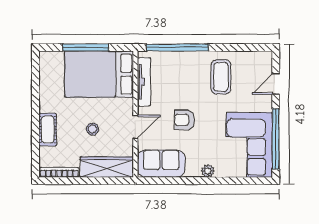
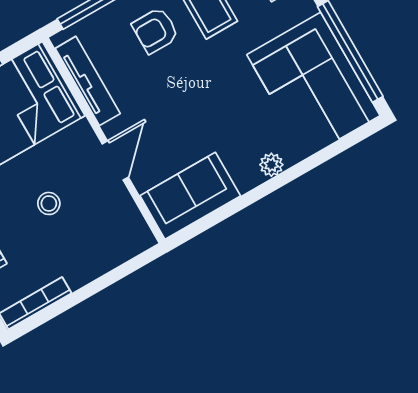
armchair: (184, 120) -> (155, 30), moved
wardrobe: (107, 167) -> (107, 251), removed

